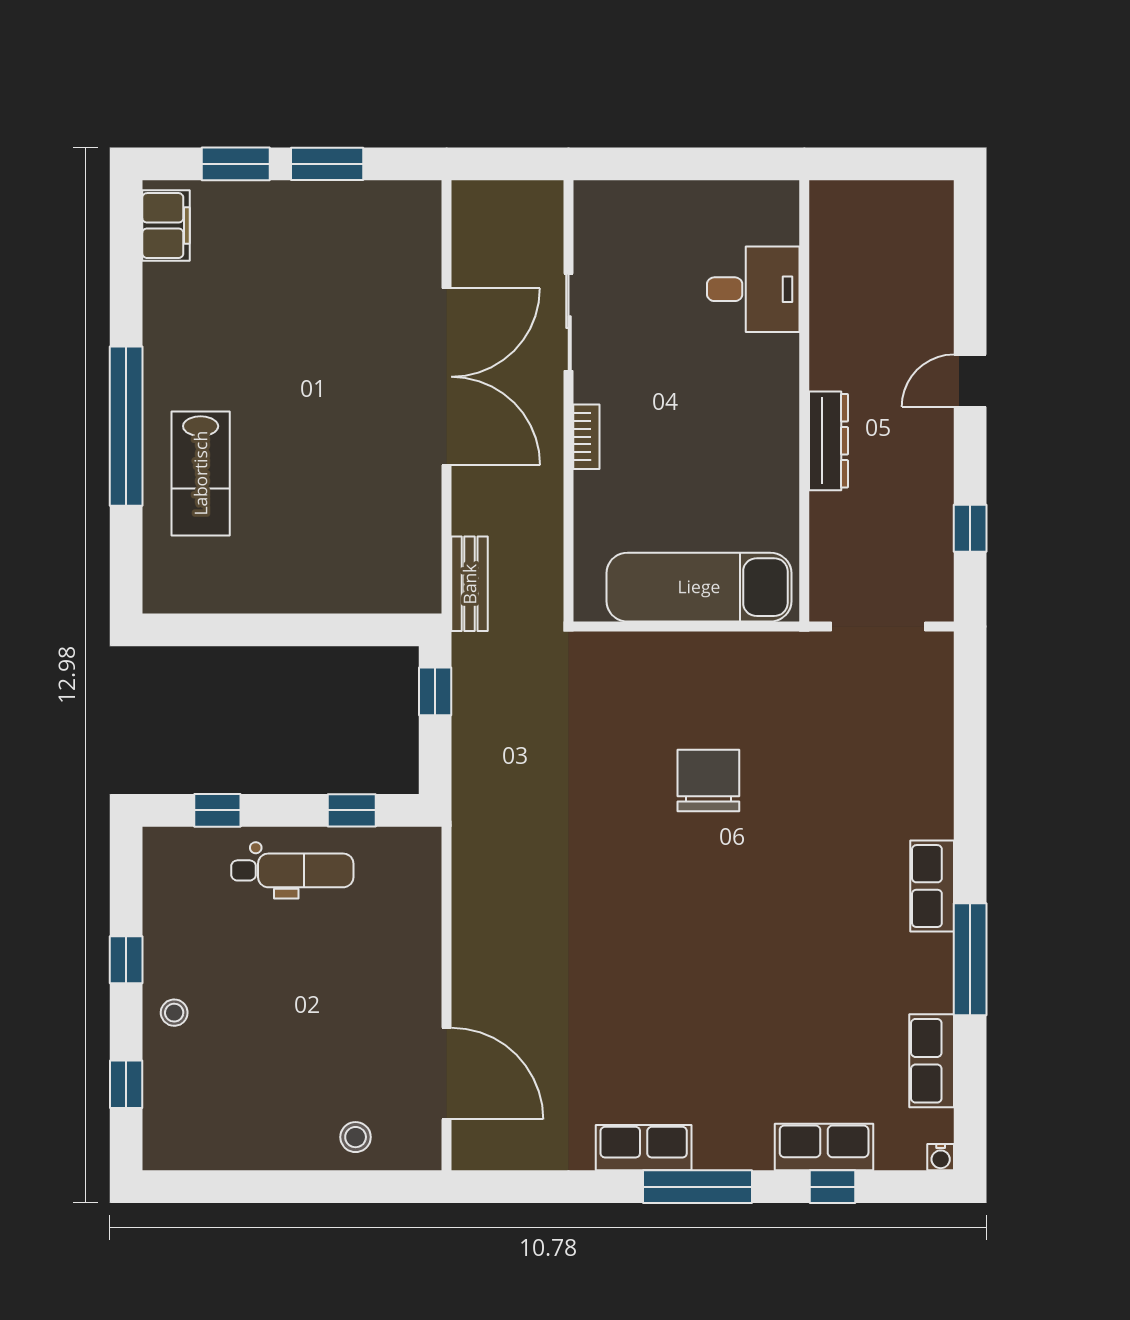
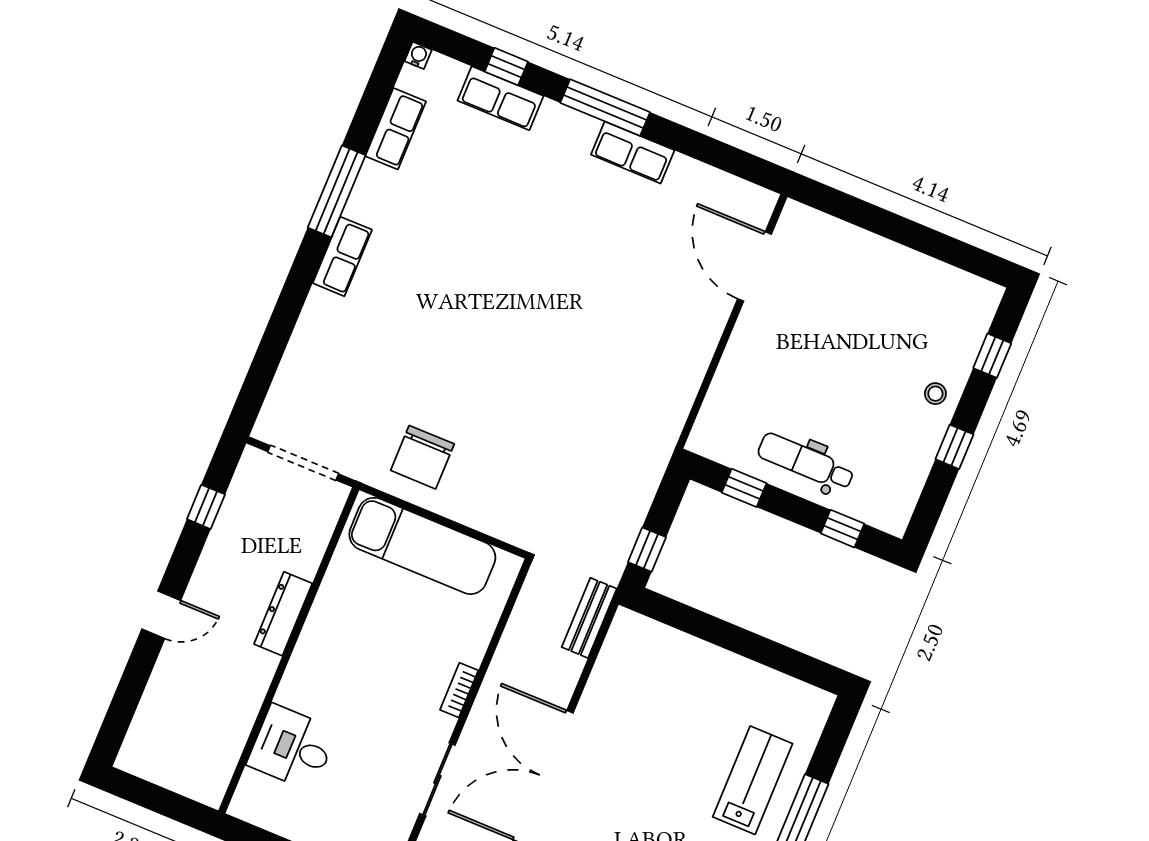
chair: (708, 780) -> (422, 457), moved
stool: (356, 1137) -> (840, 248), removed

